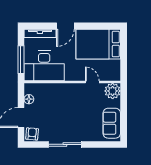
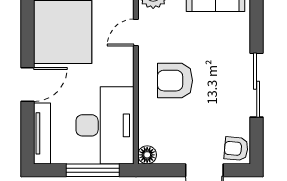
door: (65, 26) -> (28, 84), hinge flipped
floor lamp: (29, 99) -> (147, 155), moved
armchair: (67, 102) -> (175, 81), added

